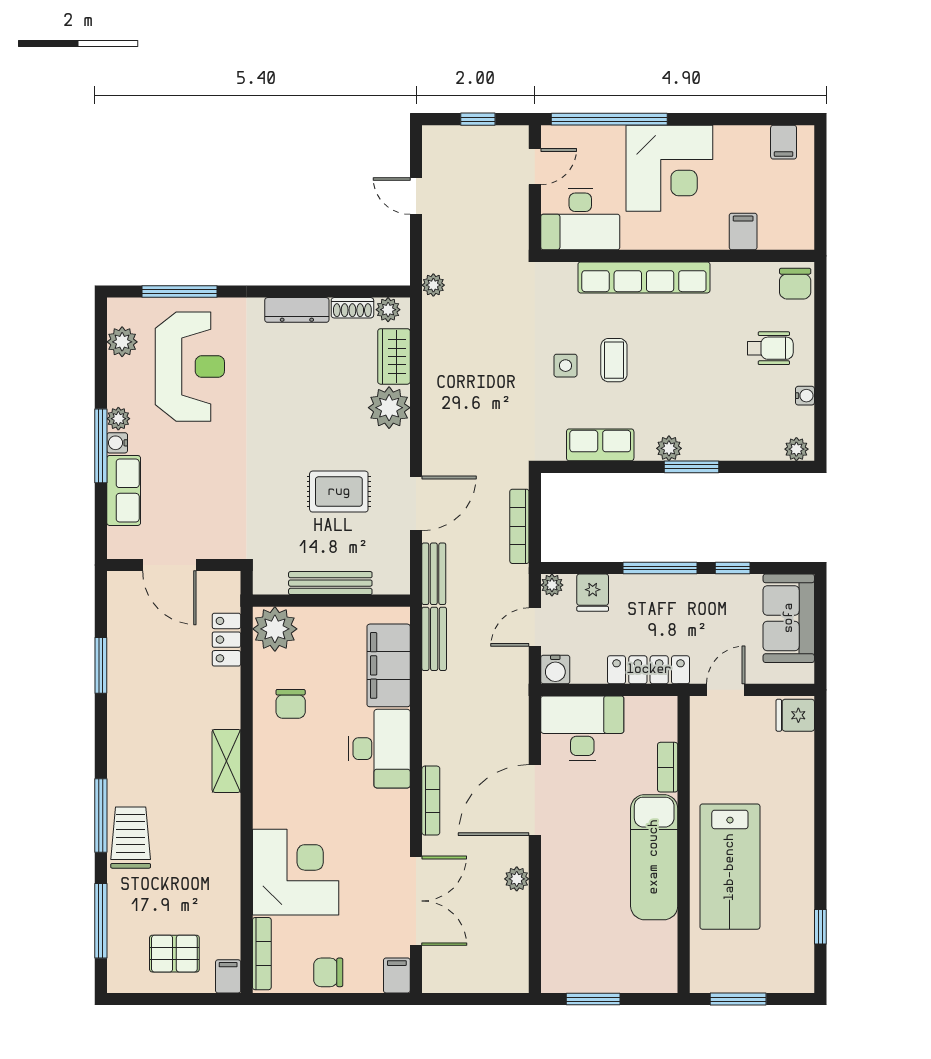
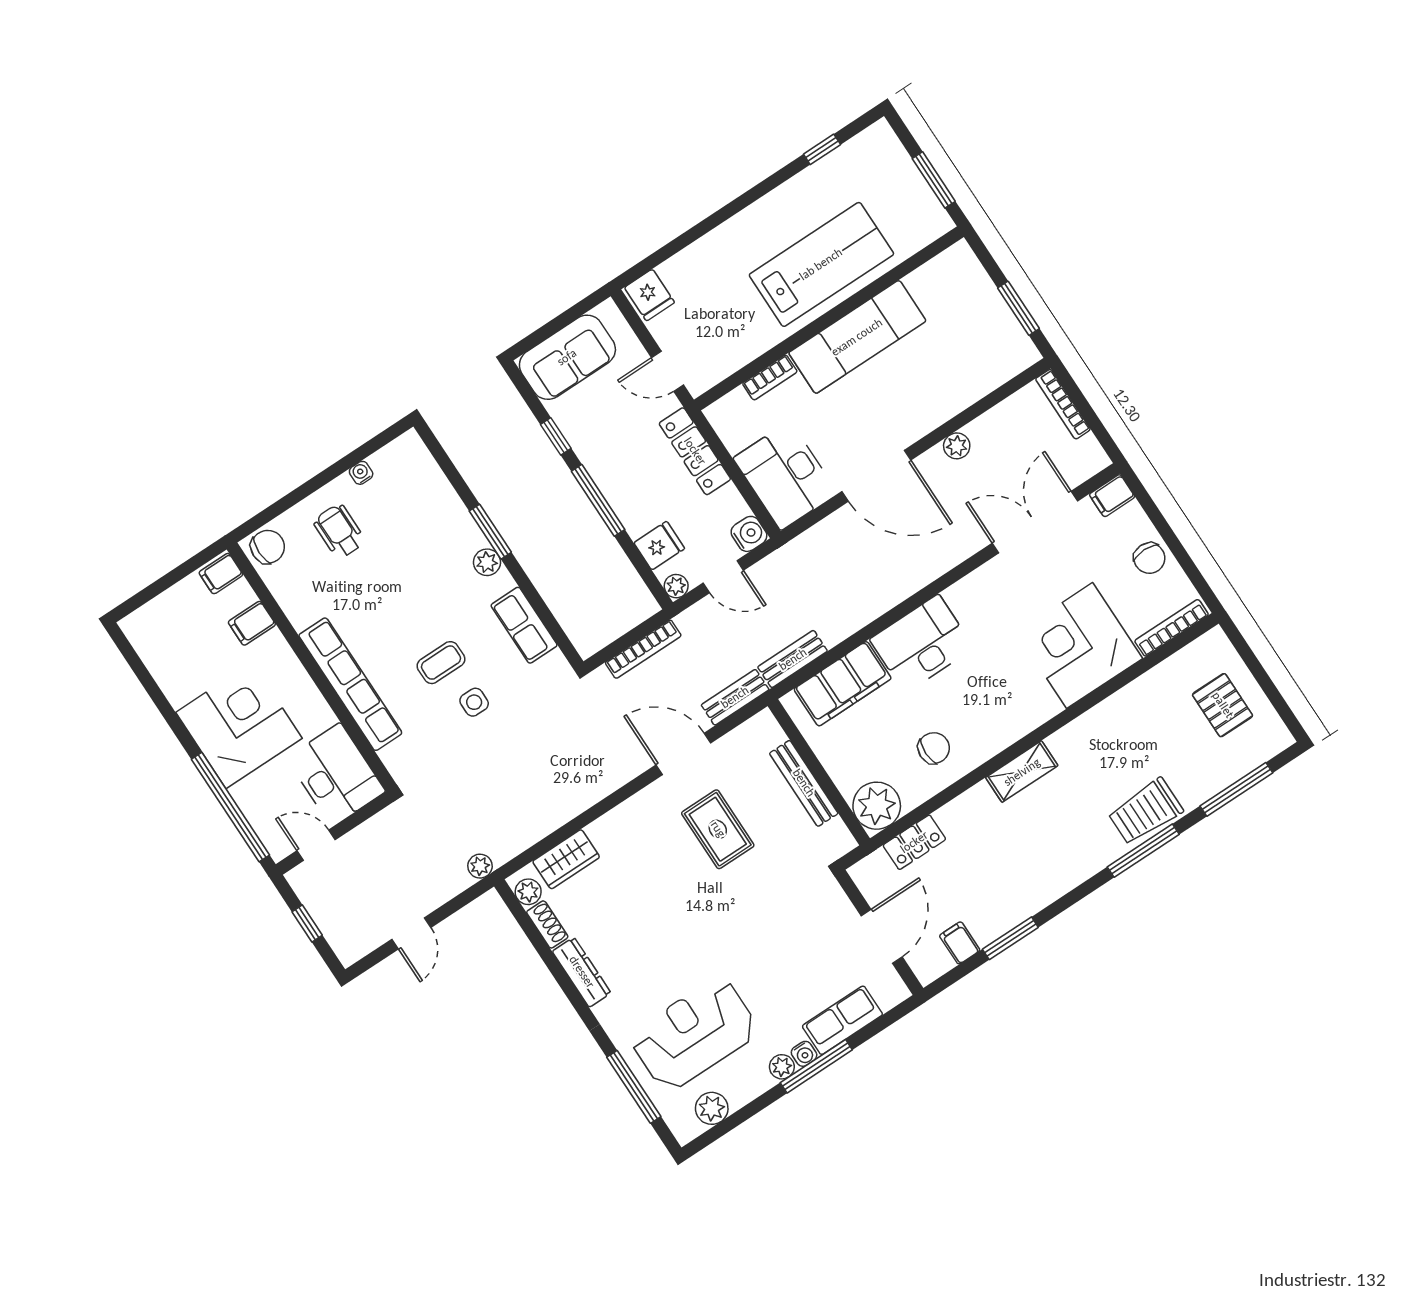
filing cabinet: (784, 142) -> (221, 574), moved, turned 180
plant: (389, 408) -> (614, 834), removed
plant: (796, 449) -> (413, 449), removed
bookcase: (431, 801) -> (1063, 404), moved, turned -90
filing cabinet: (228, 976) -> (960, 943), moved, turned 90

